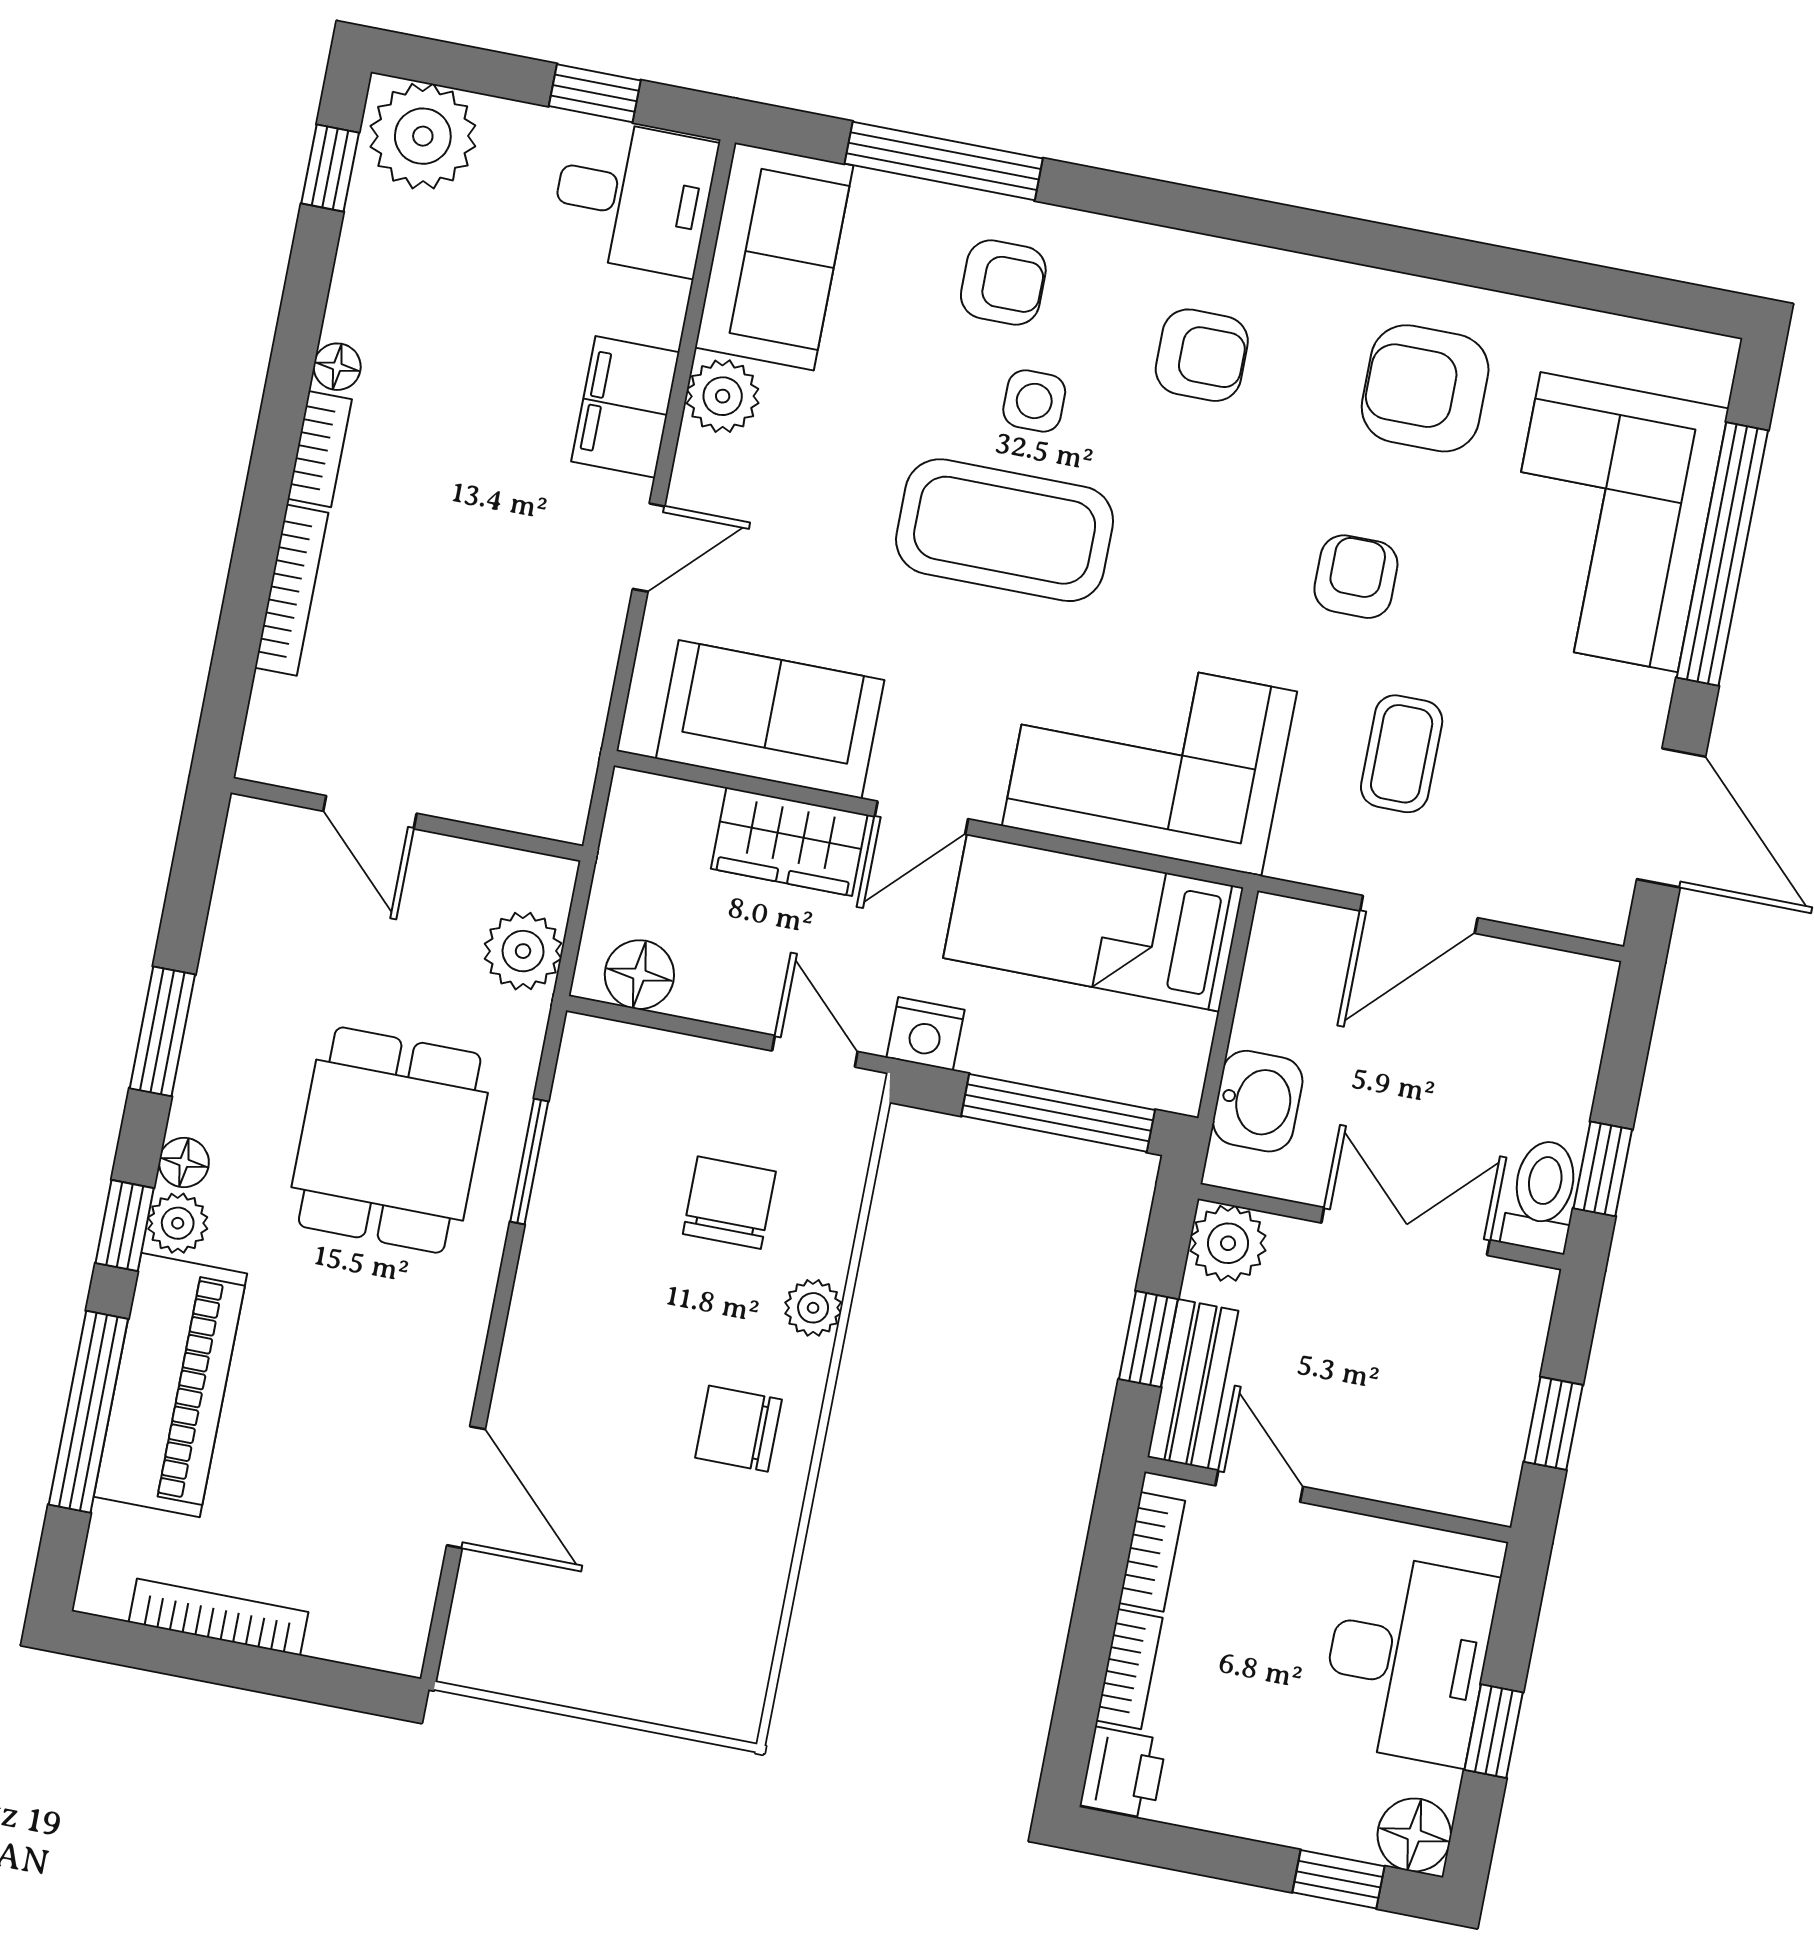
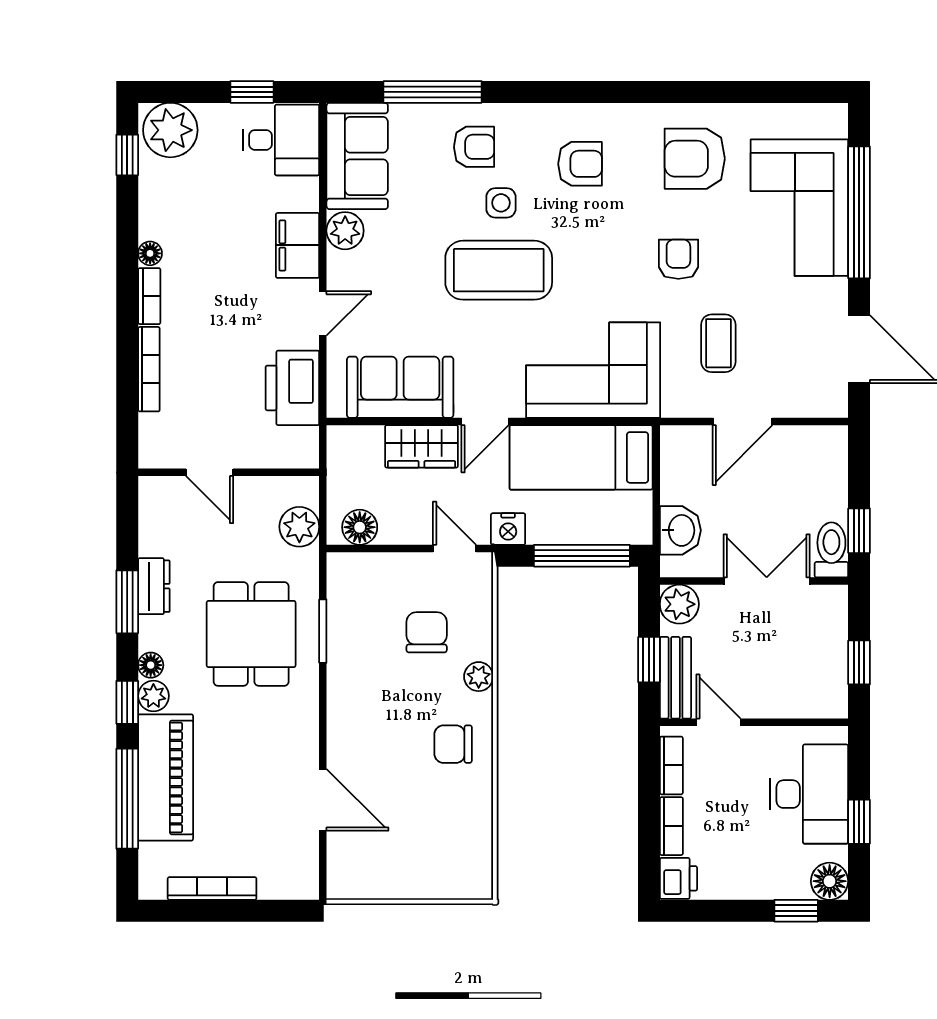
printer: (562, 680) -> (292, 388), added
dresser: (220, 1011) -> (154, 586), added

